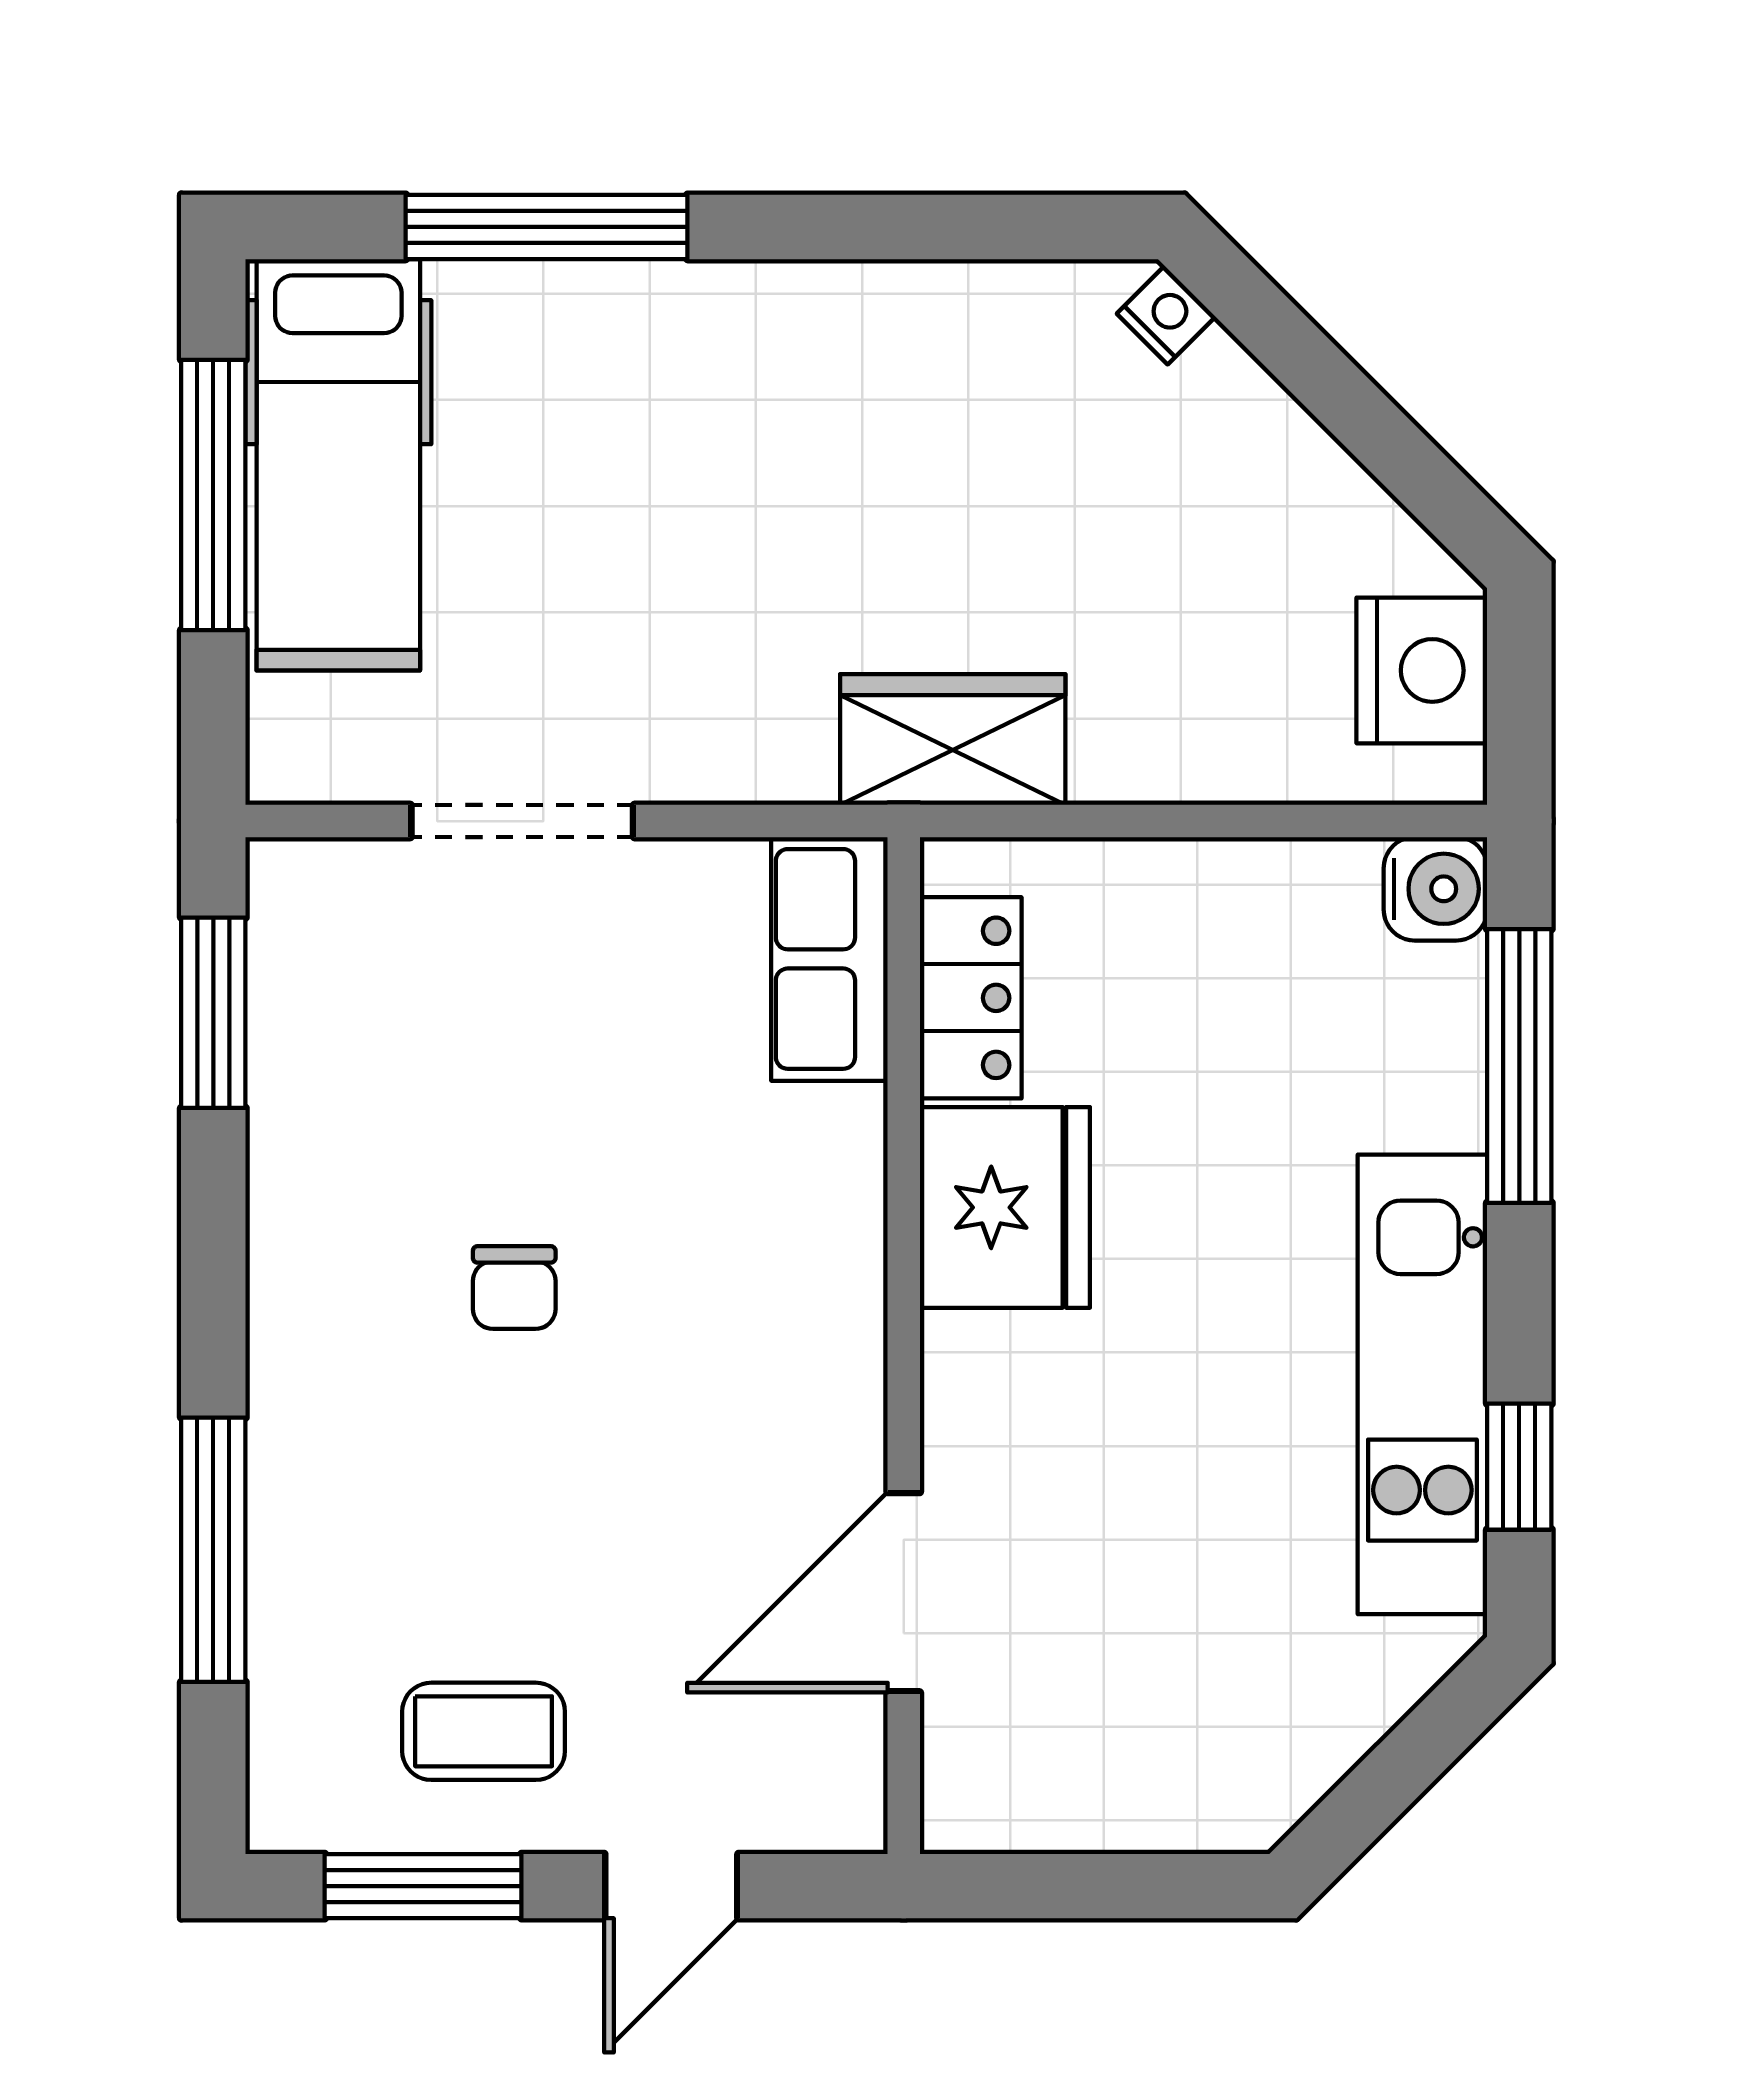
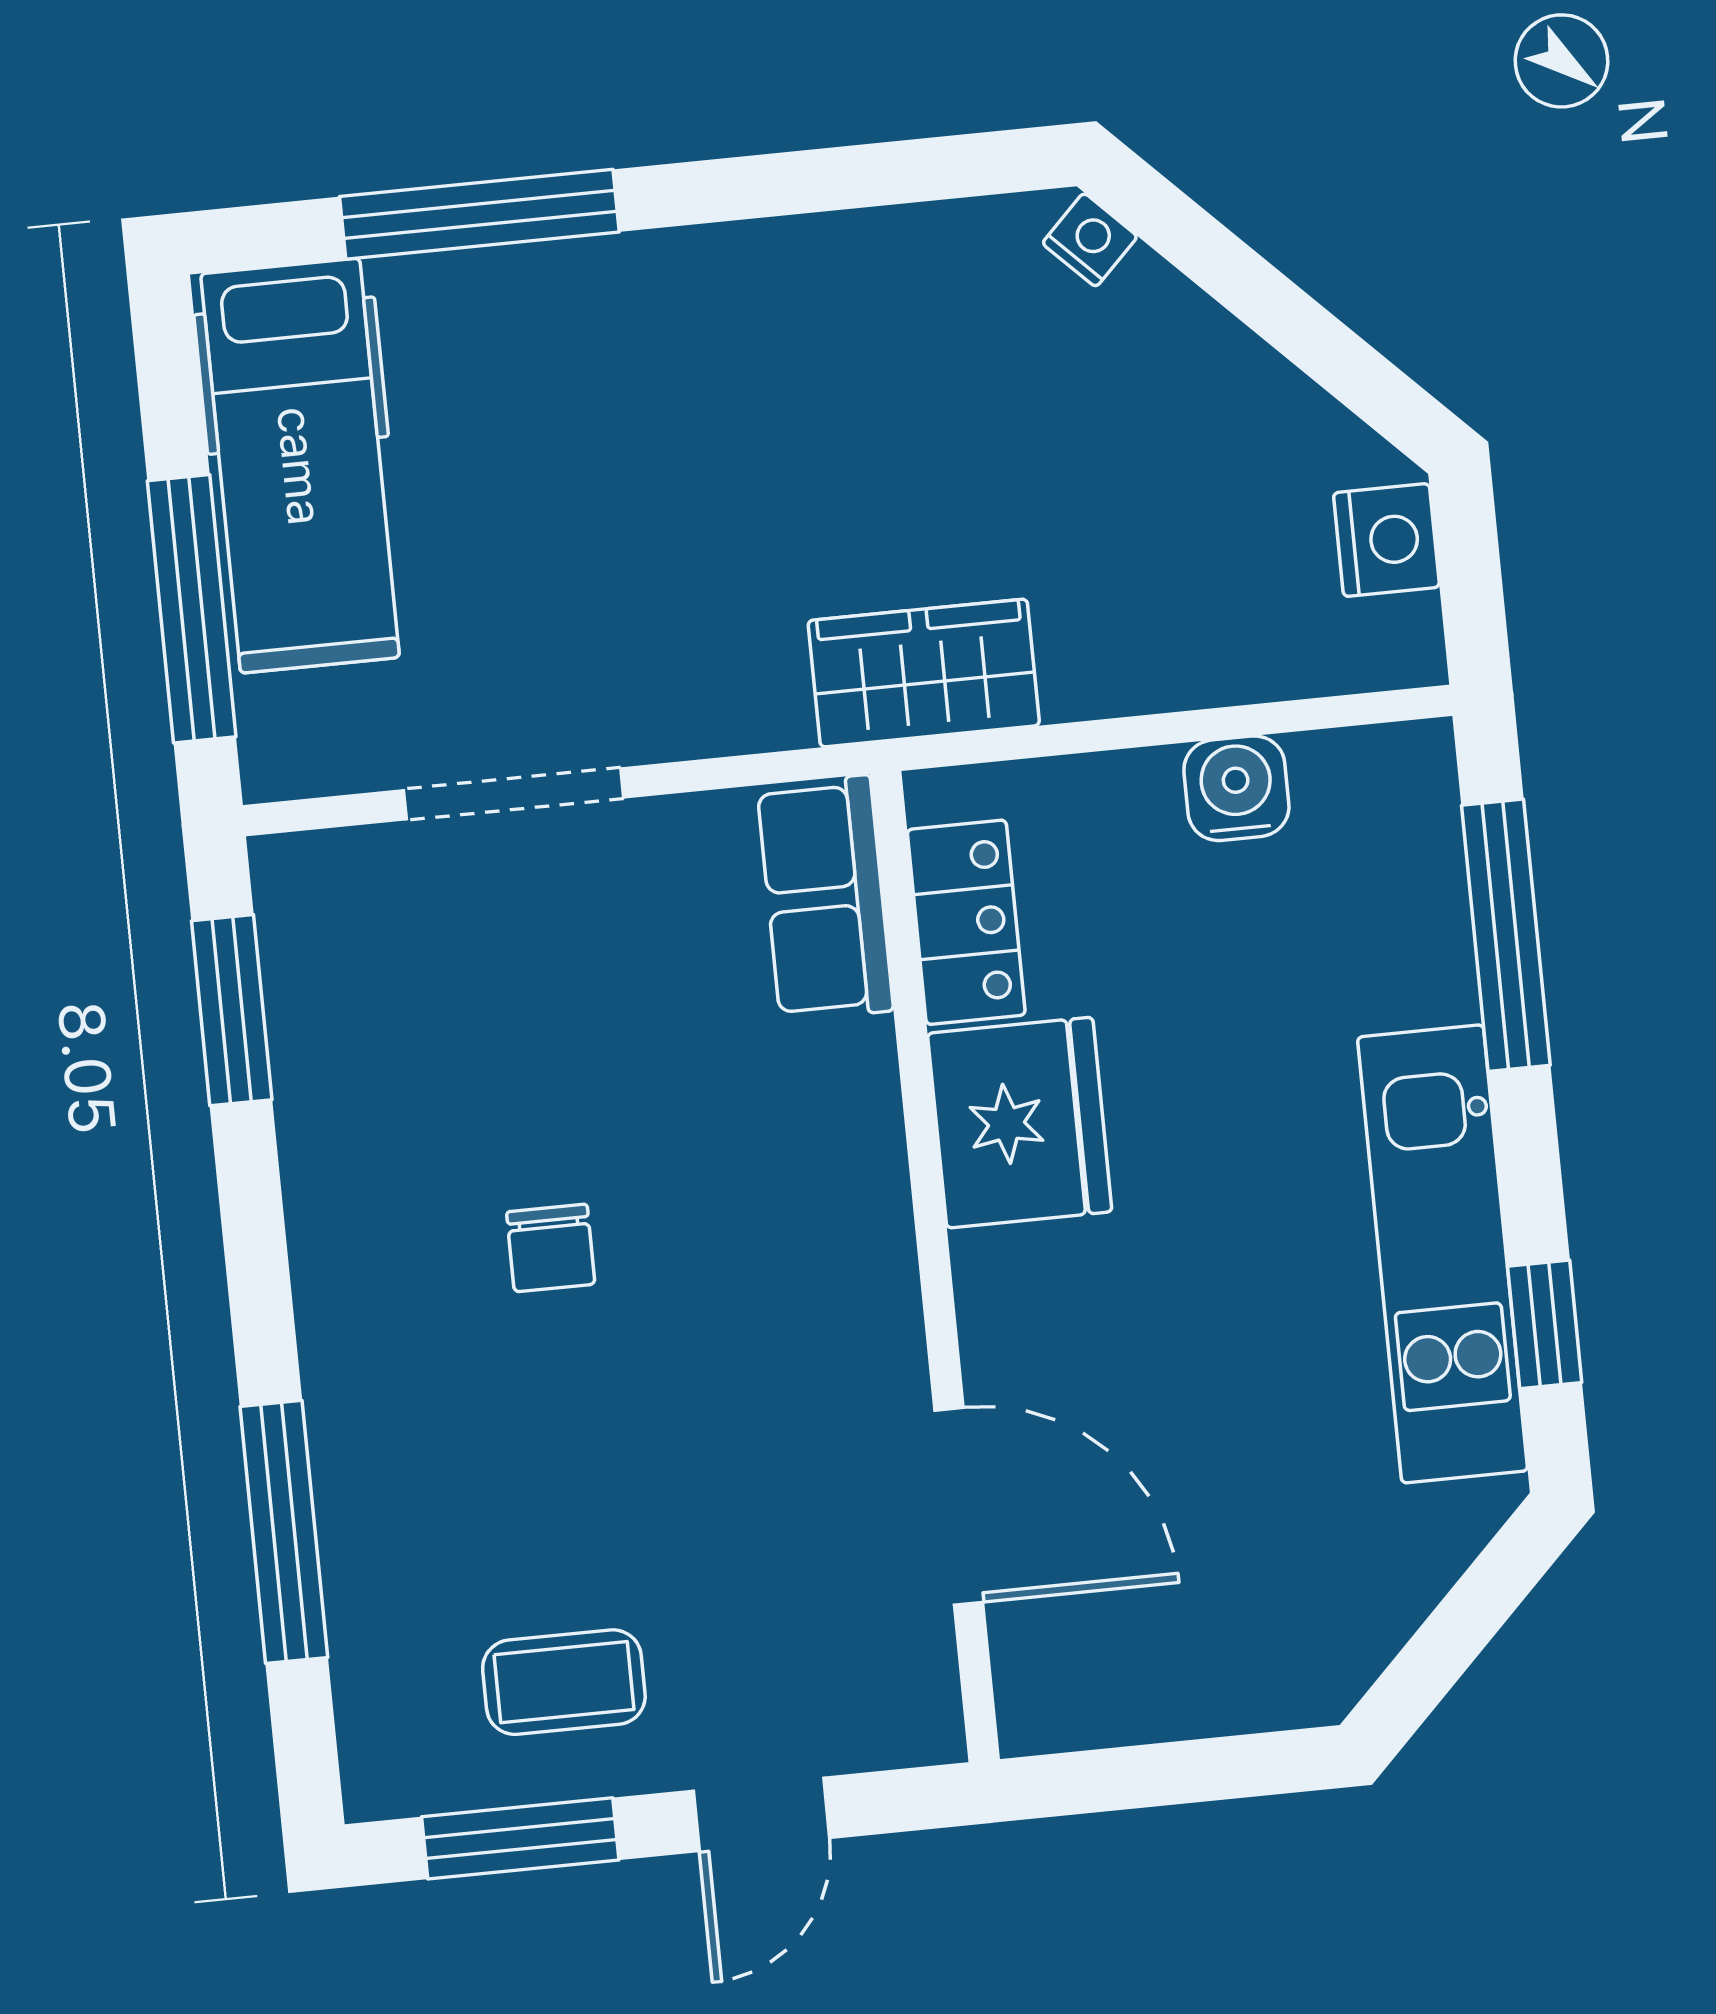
window: (213, 495) -> (192, 609), moved
nightstand: (1422, 670) -> (1386, 540), width x0.74, depth x0.75
water cooler: (1435, 889) -> (1236, 788), moved, turned -90
door: (904, 1592) -> (959, 1506), swing flipped

